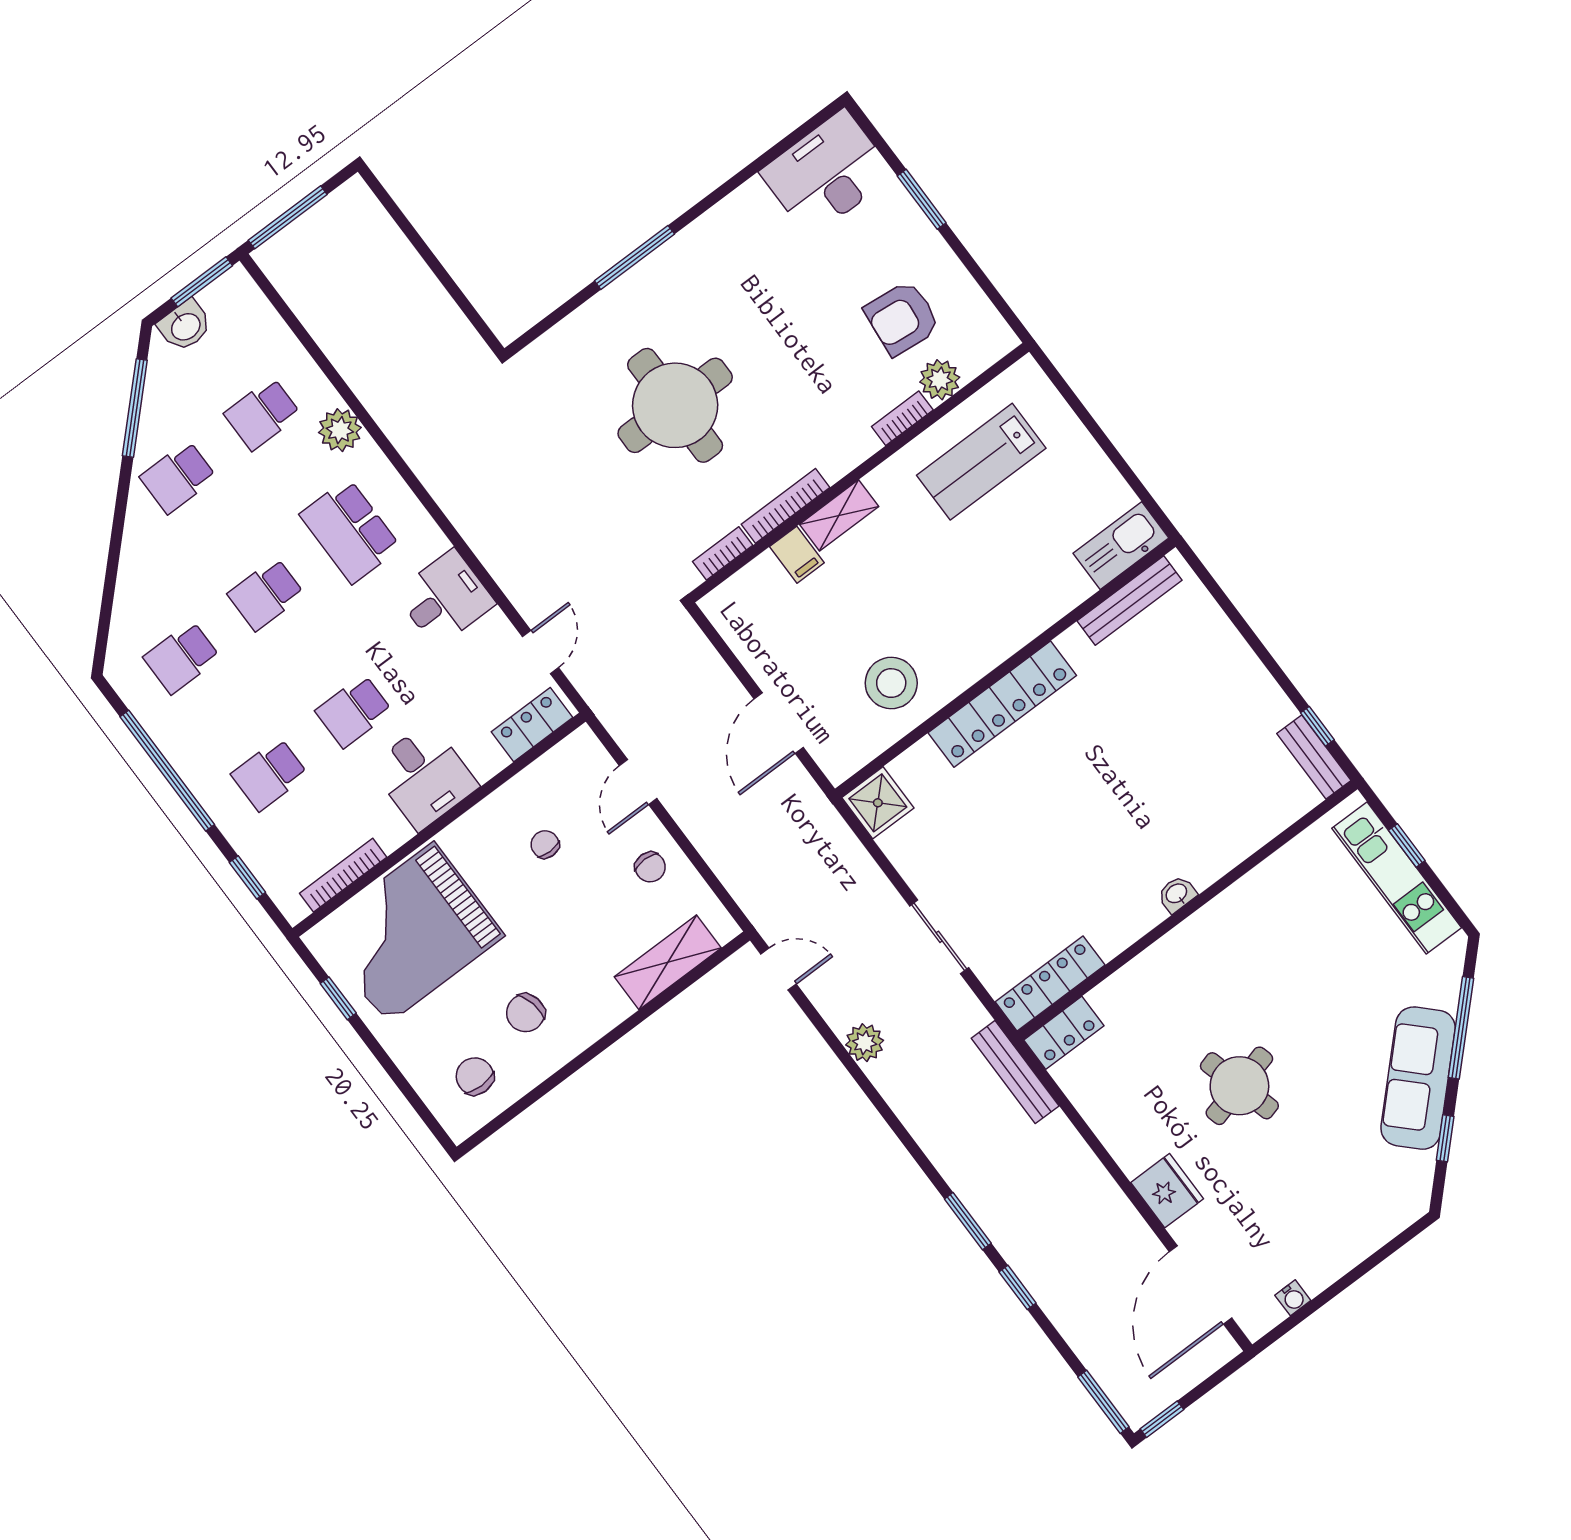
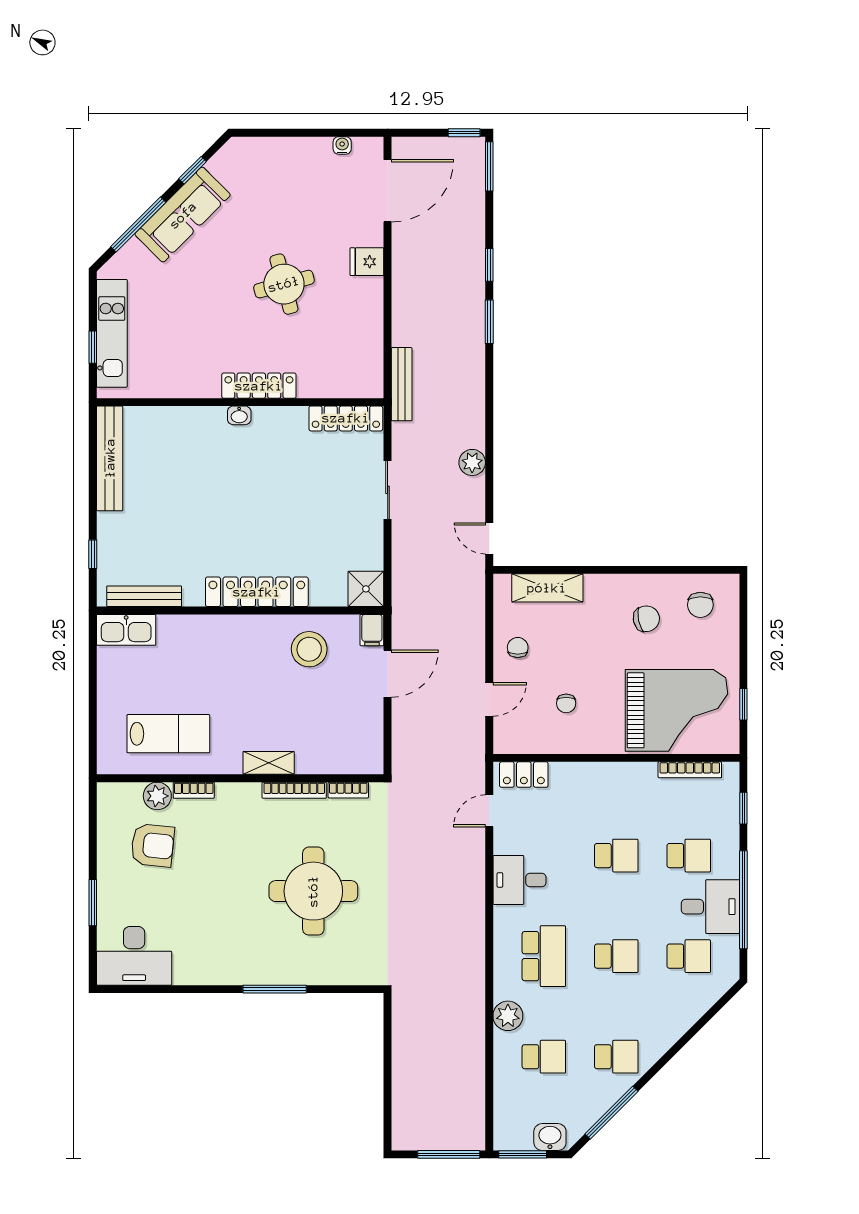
filing cabinet: (797, 555) -> (372, 630), moved, turned 180
window: (1317, 726) -> (93, 554), moved
bench: (1314, 757) -> (110, 458), width x1.86, depth x1.21
desk: (424, 776) -> (710, 907), moved, turned 90
locker: (1064, 1033) -> (259, 386), moved, width x1.53
fridge: (1167, 1191) -> (367, 262), width x0.72

